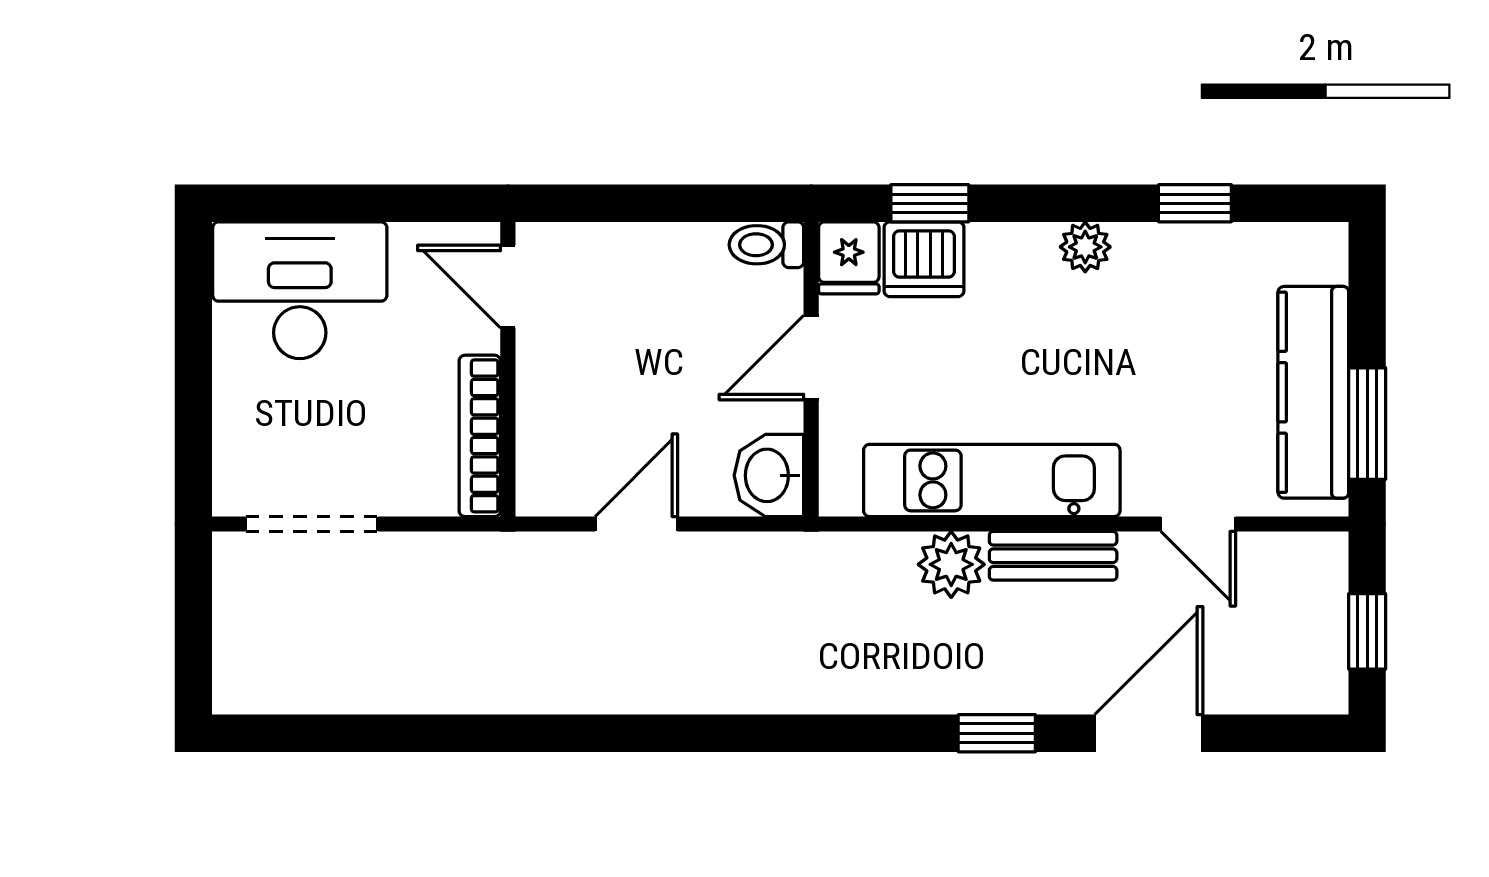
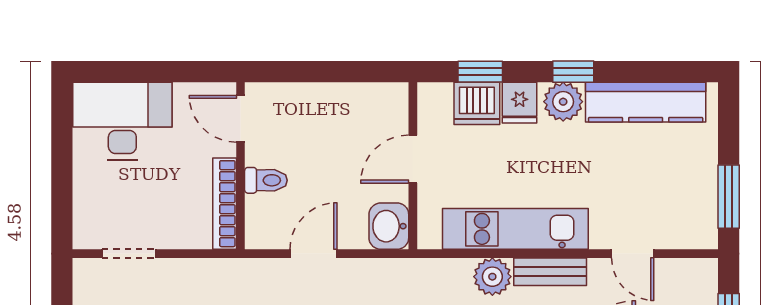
window: (1195, 203) -> (573, 72), moved
toilet: (766, 245) -> (266, 180), moved, turned 180
plant: (1085, 247) -> (563, 102), width x1.38, depth x1.38
fridge: (849, 258) -> (520, 103), moved
kitchen counter: (1313, 392) -> (646, 102), moved, turned -90
doorway: (312, 524) -> (129, 254), width x0.73

